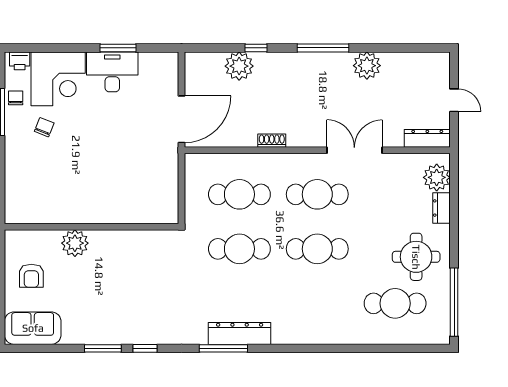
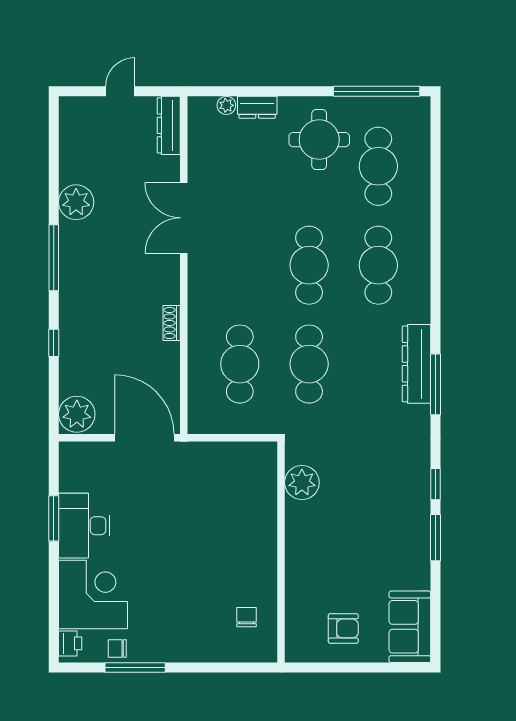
plant: (239, 66) -> (77, 414), moved
chair: (44, 127) -> (246, 617), moved, turned 68
plant: (437, 177) -> (226, 105), width x0.53, depth x0.53
cafe table: (317, 194) -> (378, 265), moved
plant: (75, 243) -> (302, 483), moved

